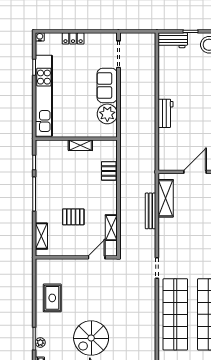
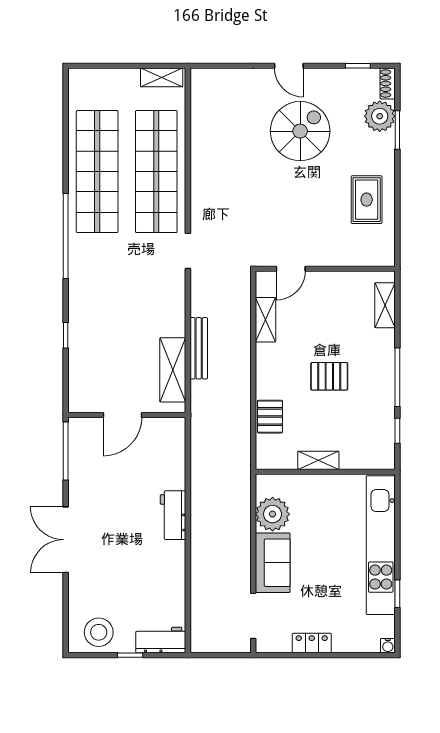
locker: (73, 38) -> (312, 643), moved
pallet: (73, 217) -> (329, 376), moved
plant: (40, 342) -> (380, 116), width x1.88, depth x1.88

